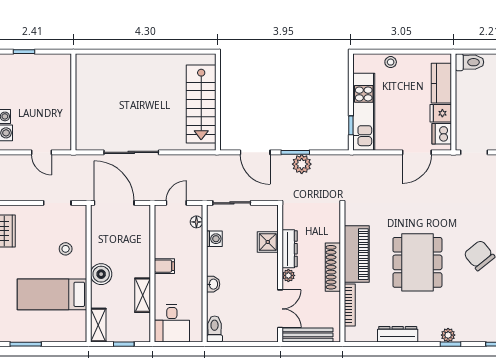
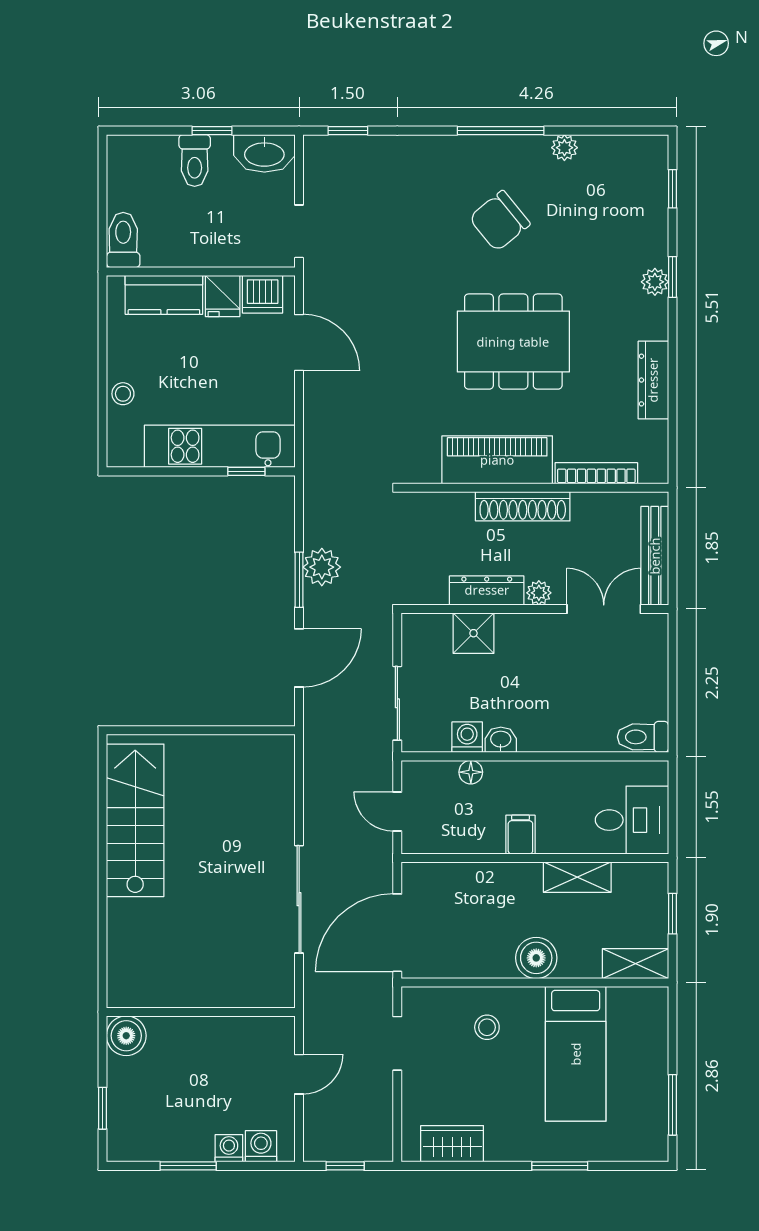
boiler: (61, 64) -> (126, 1036), added
stairs: (201, 104) -> (135, 820), moved, turned -90
floor lamp: (196, 222) -> (471, 772), moved
washbasin: (213, 284) -> (501, 740), moved

